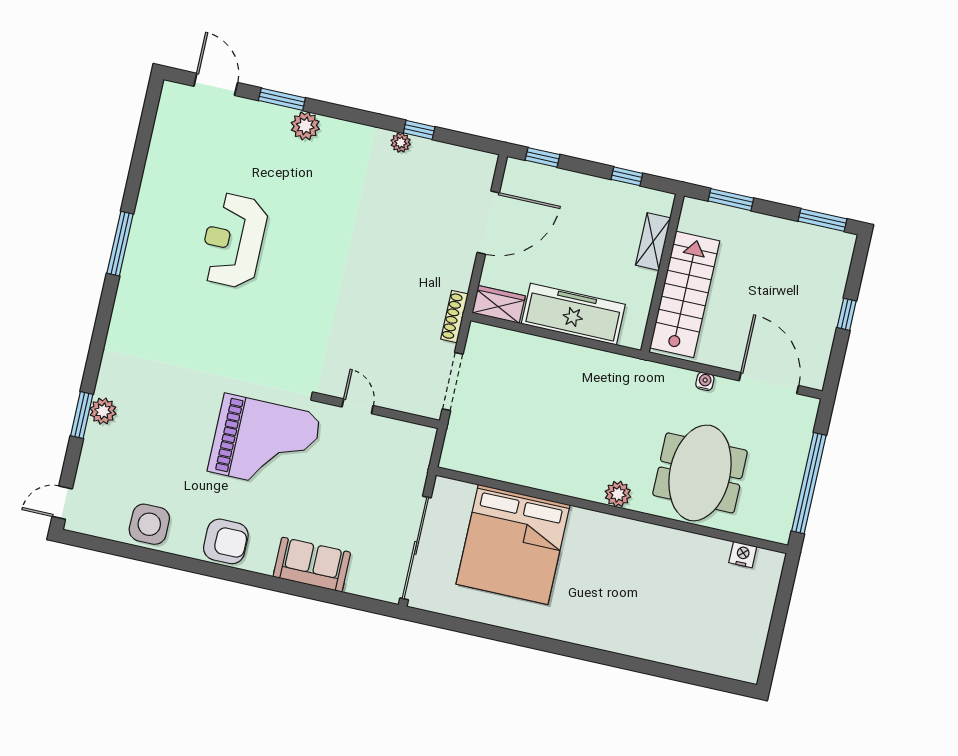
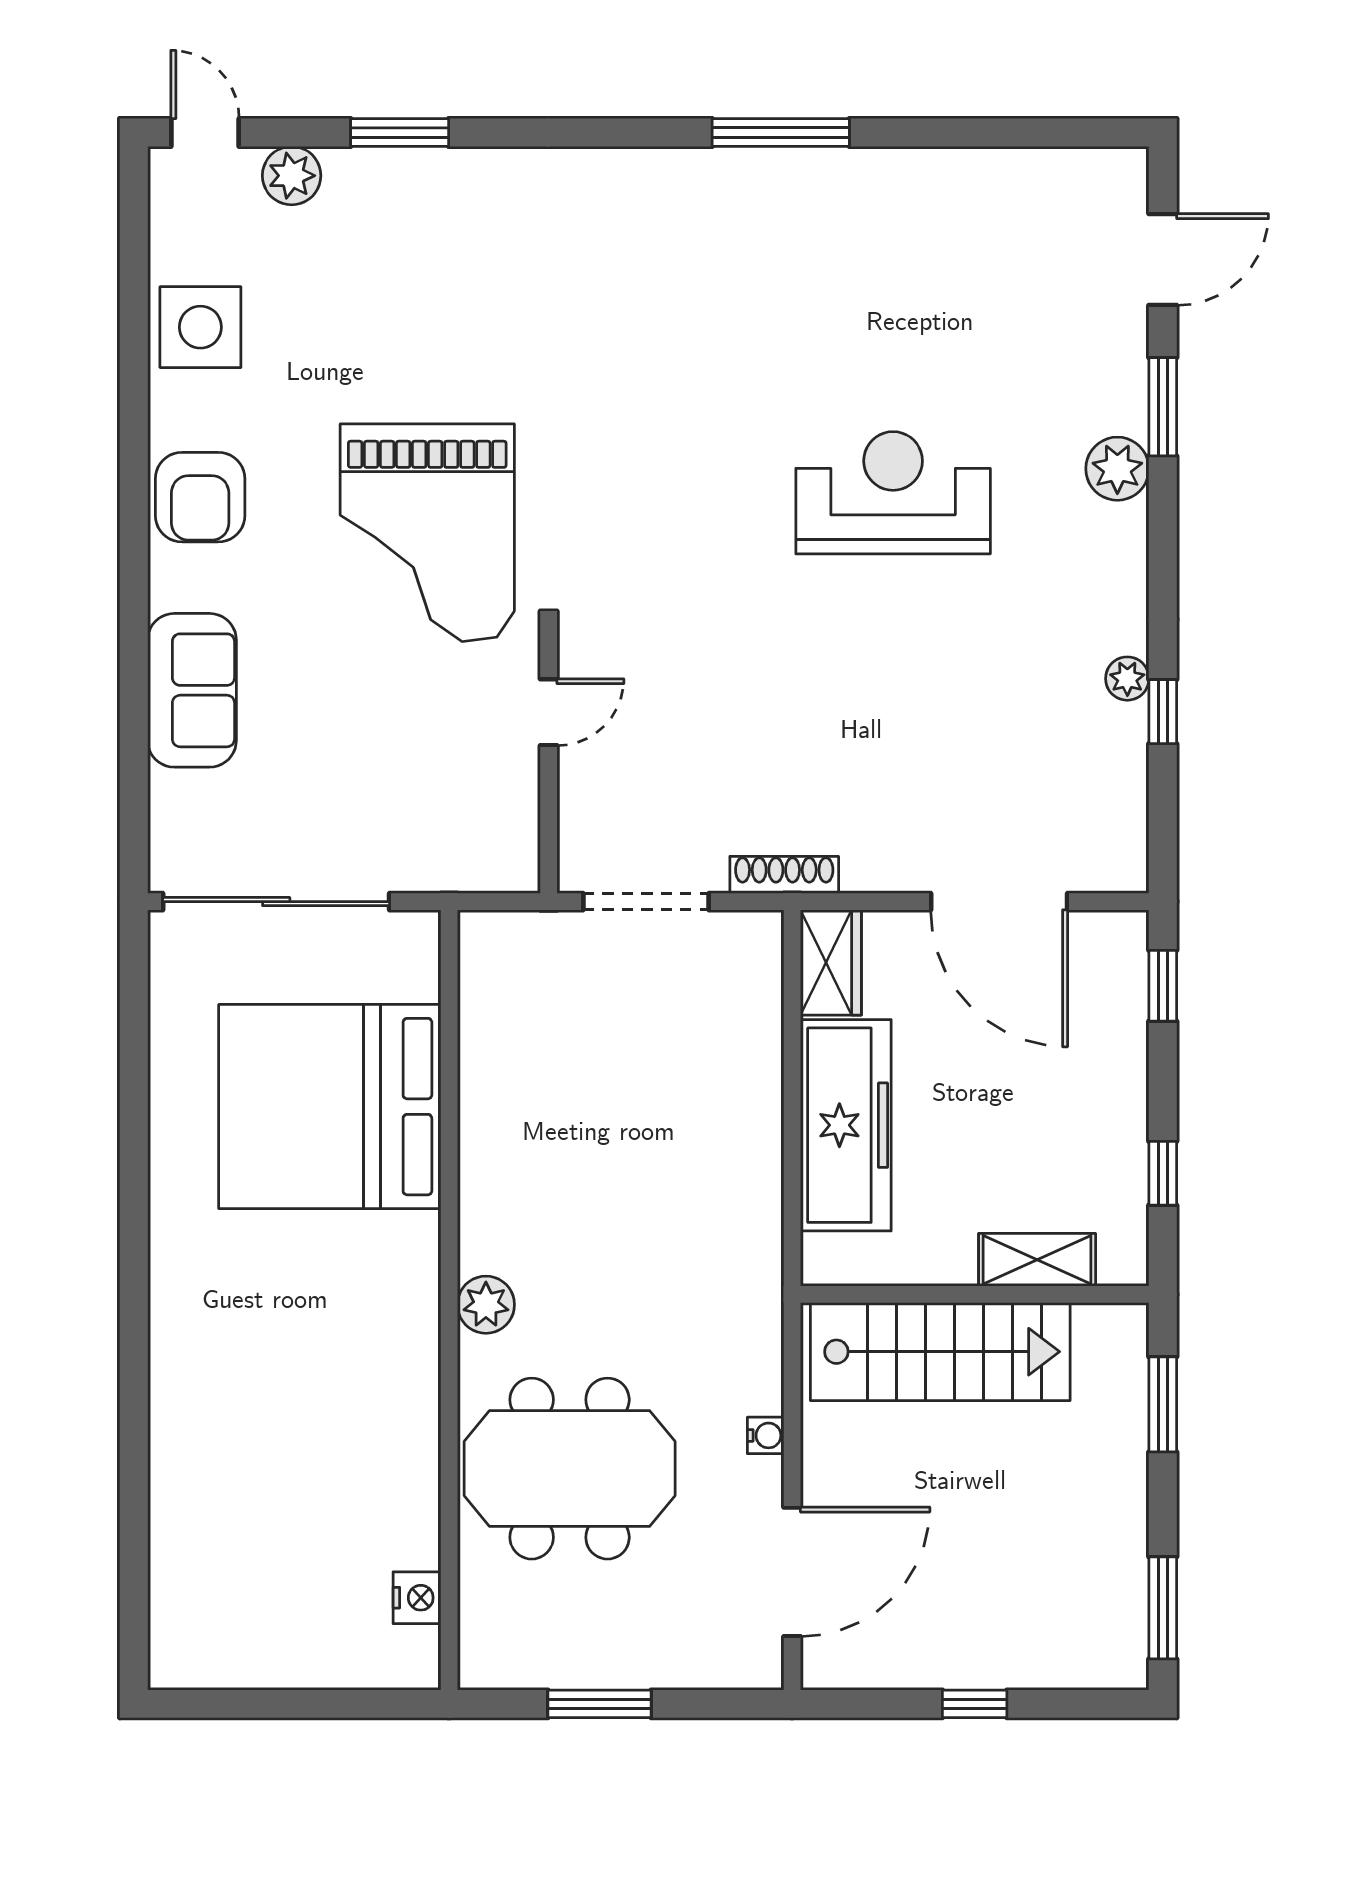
reception desk: (233, 241) -> (893, 493), moved
plant: (103, 411) -> (292, 176), moved
window: (809, 483) -> (599, 1704), width x0.47

